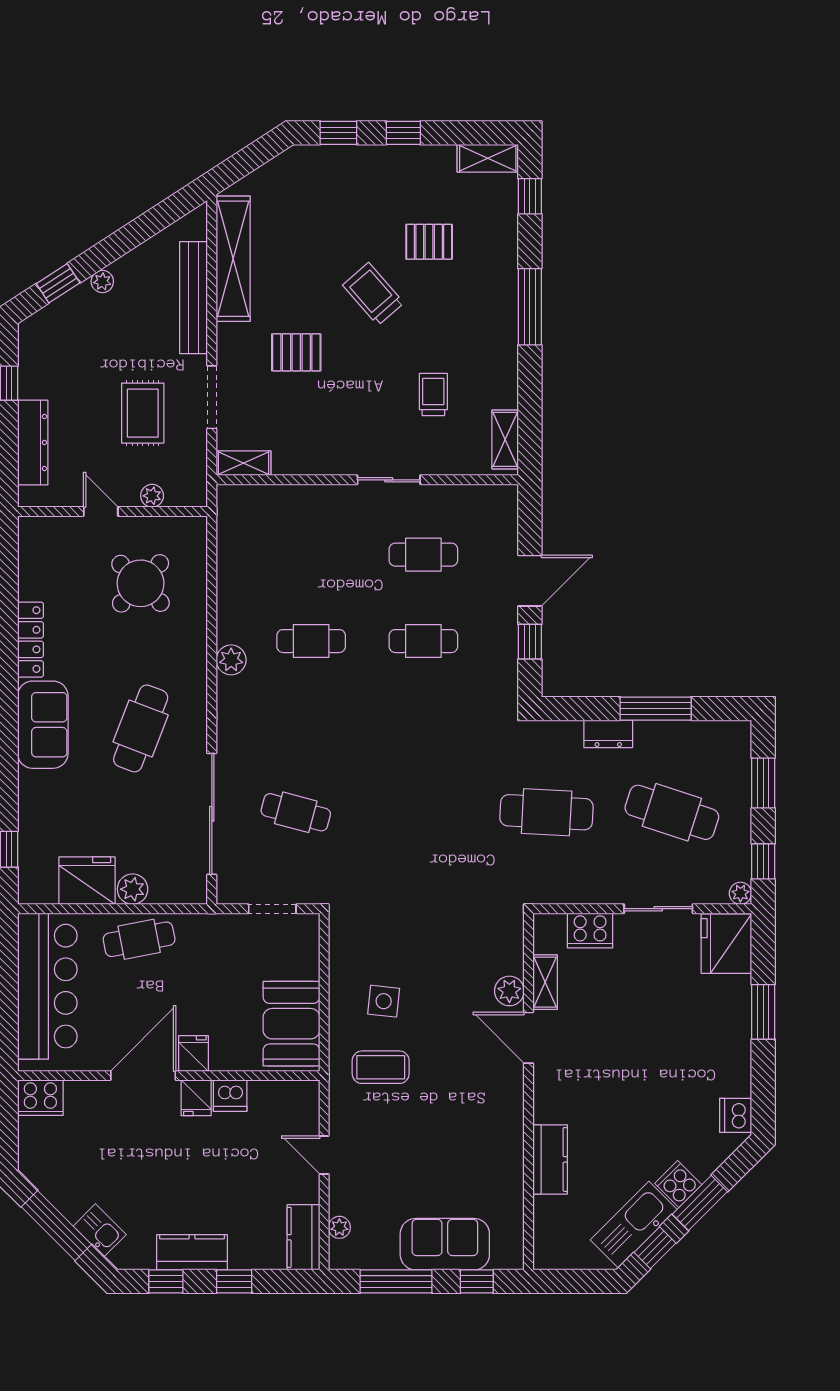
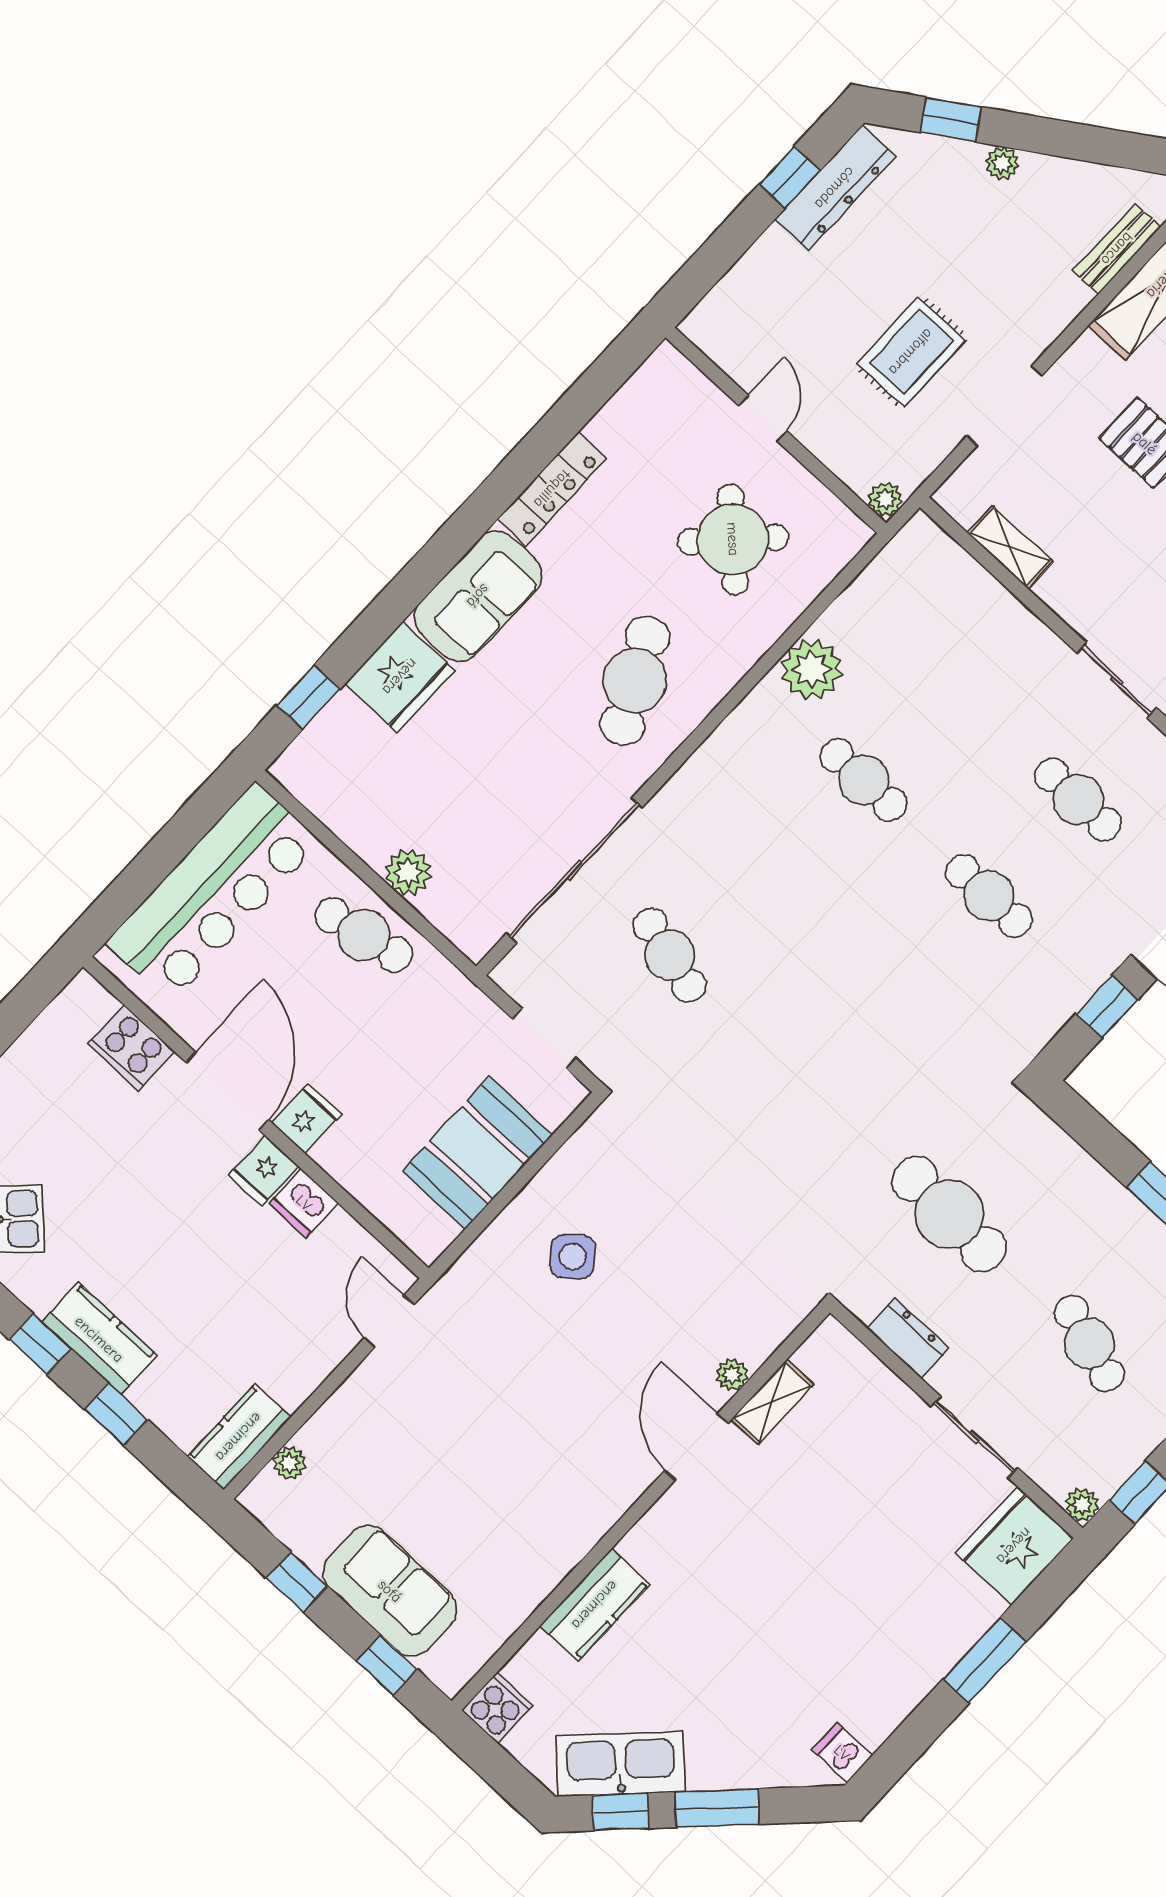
bench: (194, 298) -> (1117, 249), width x0.54, depth x0.82
dresser: (33, 442) -> (835, 188), moved
shelving: (243, 463) -> (1010, 547), moved
plant: (152, 496) -> (885, 499), moved
plant: (231, 660) -> (812, 669), moved, width x1.36, depth x1.36
cafe table: (141, 728) -> (635, 681), moved, turned -48
dresser: (608, 734) -> (908, 1338), moved, turned 180
cafe table: (672, 812) -> (1089, 1344), width x0.73, depth x0.74
fridge: (87, 881) -> (400, 677), moved, turned 90
cooker: (590, 930) -> (876, 1391), removed
plant: (509, 991) -> (732, 1375), width x0.73, depth x0.73
side table: (384, 1001) -> (573, 1256), turned 45
booth: (291, 1024) -> (477, 1153), moved
coffee table: (381, 1067) -> (501, 1327), removed
door: (143, 1076) -> (227, 1091), hinge flipped
cooker: (40, 1098) -> (131, 1048), moved
dishwasher: (736, 1115) -> (842, 1753), width x0.73
door: (324, 1155) -> (389, 1321), moved
cooker: (678, 1184) -> (497, 1708), moved, turned 45
window: (396, 1281) -> (297, 1582), width x0.46

